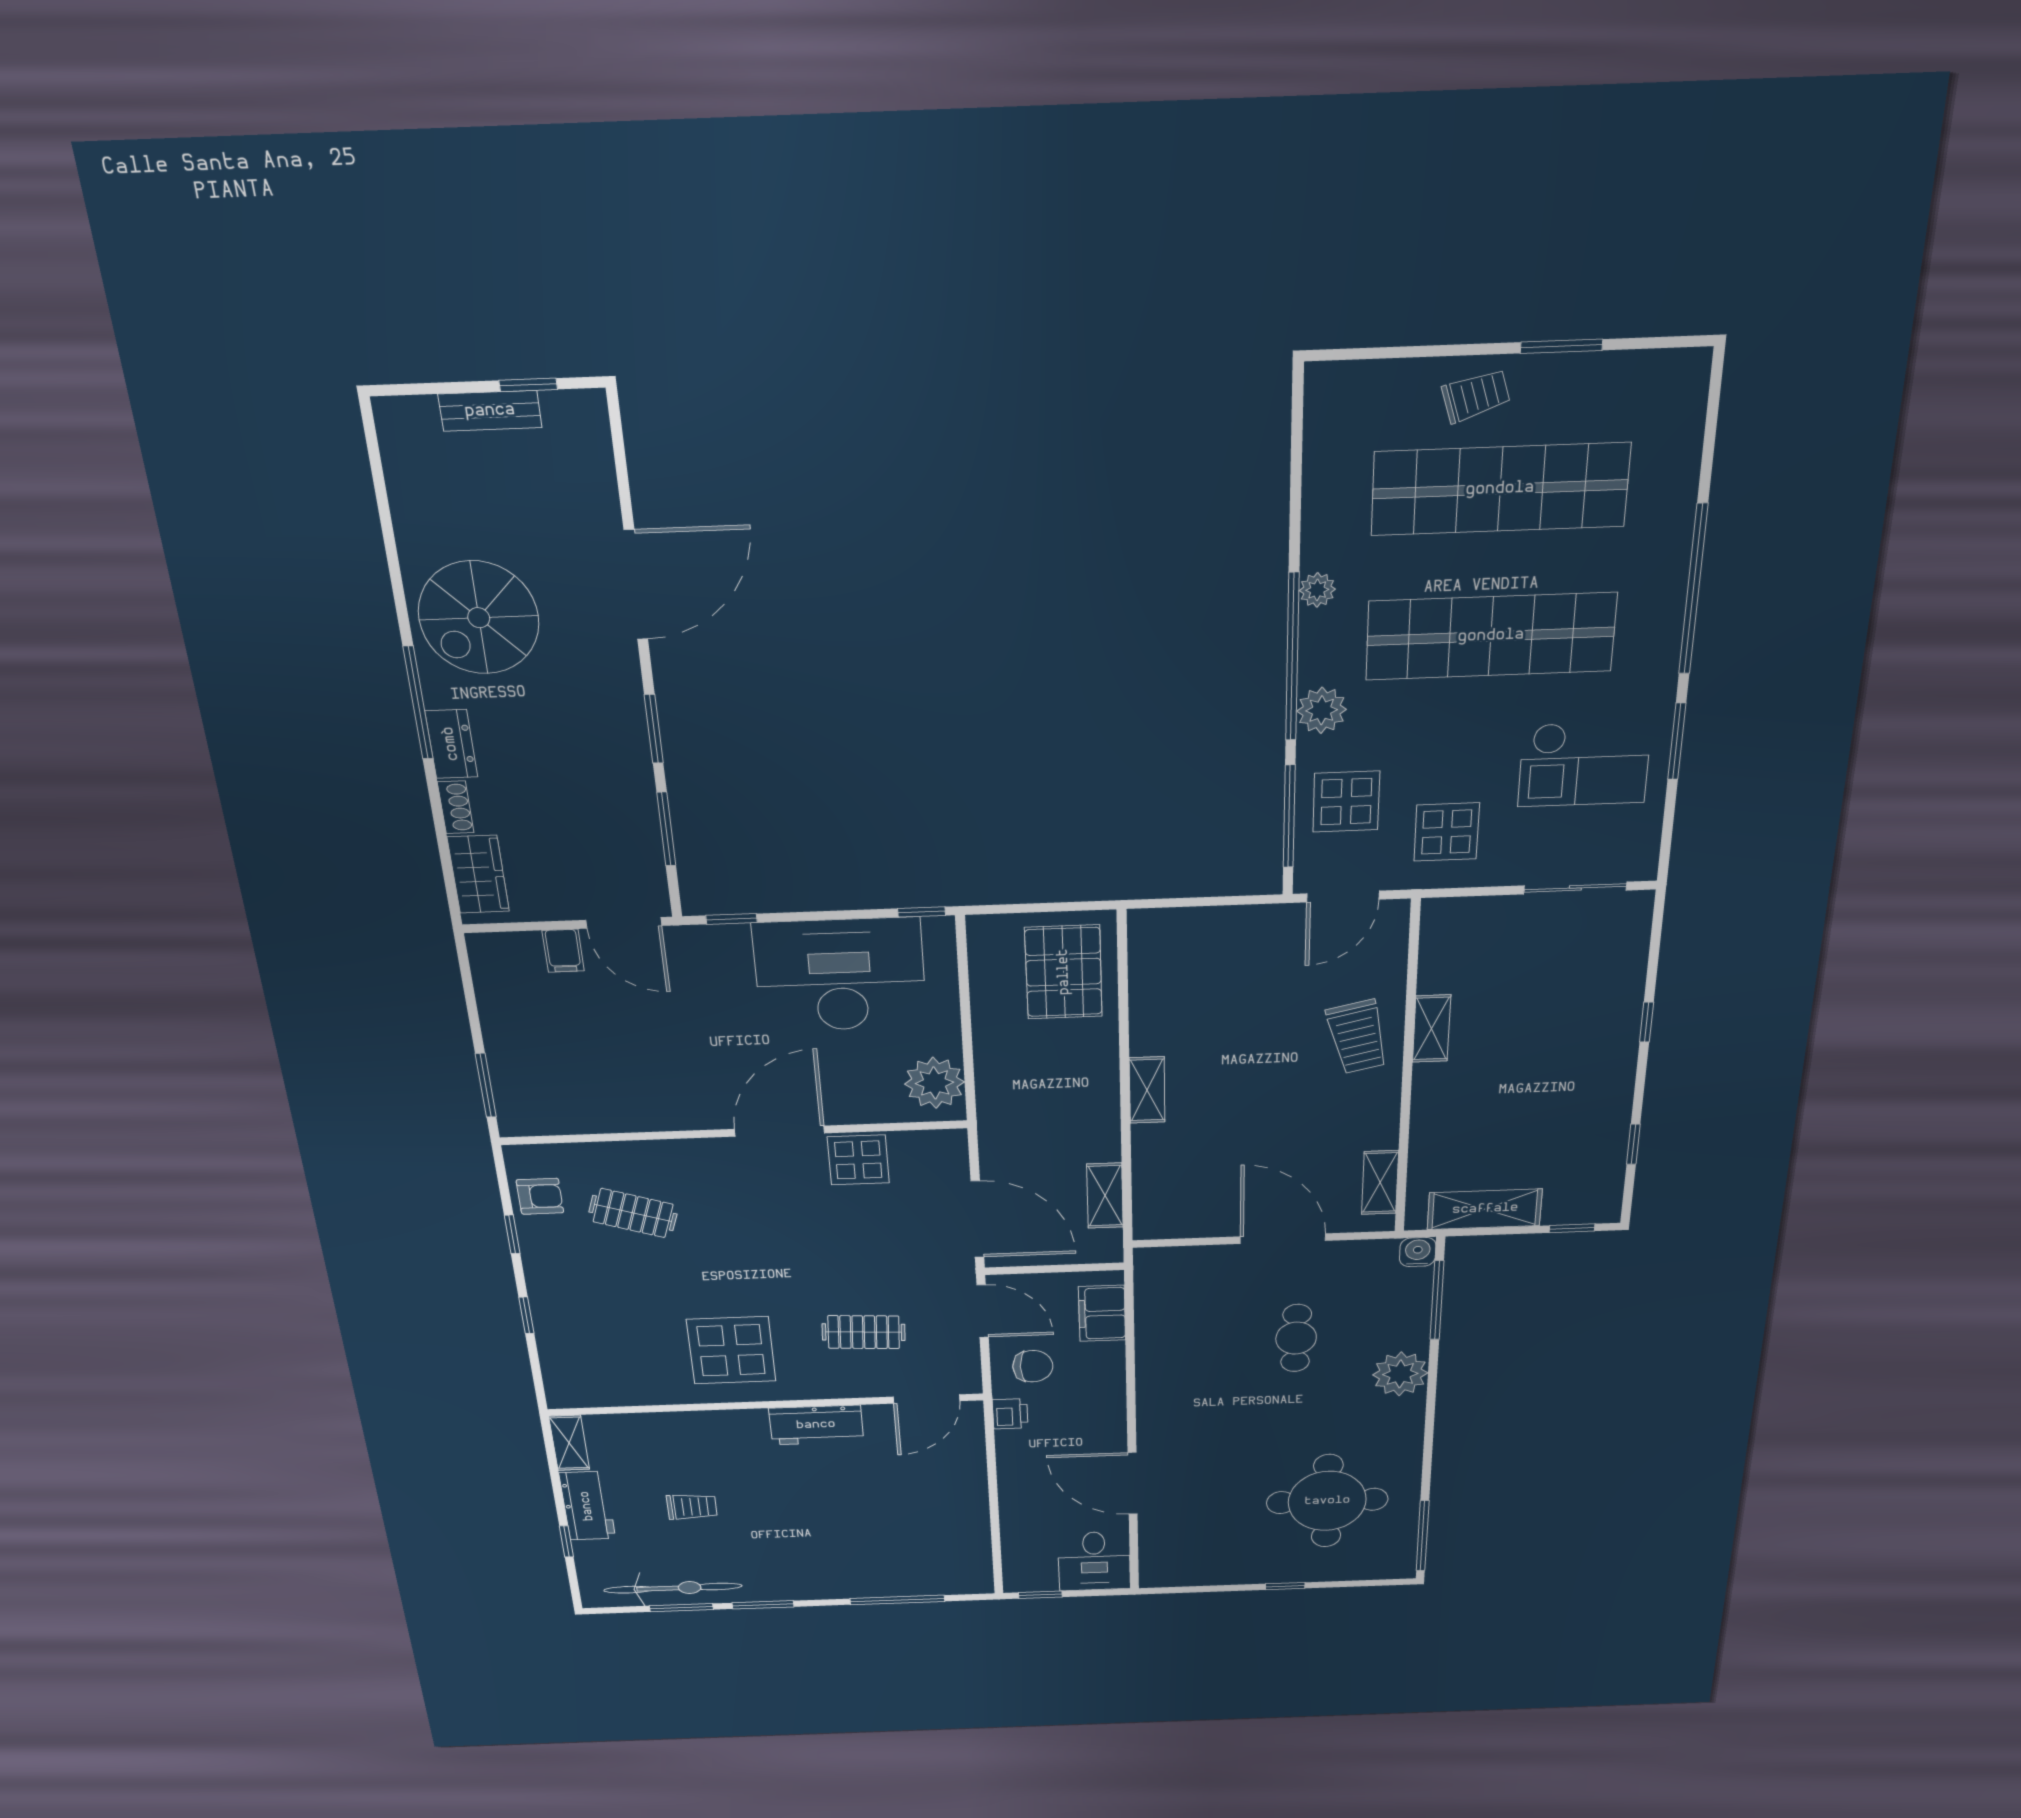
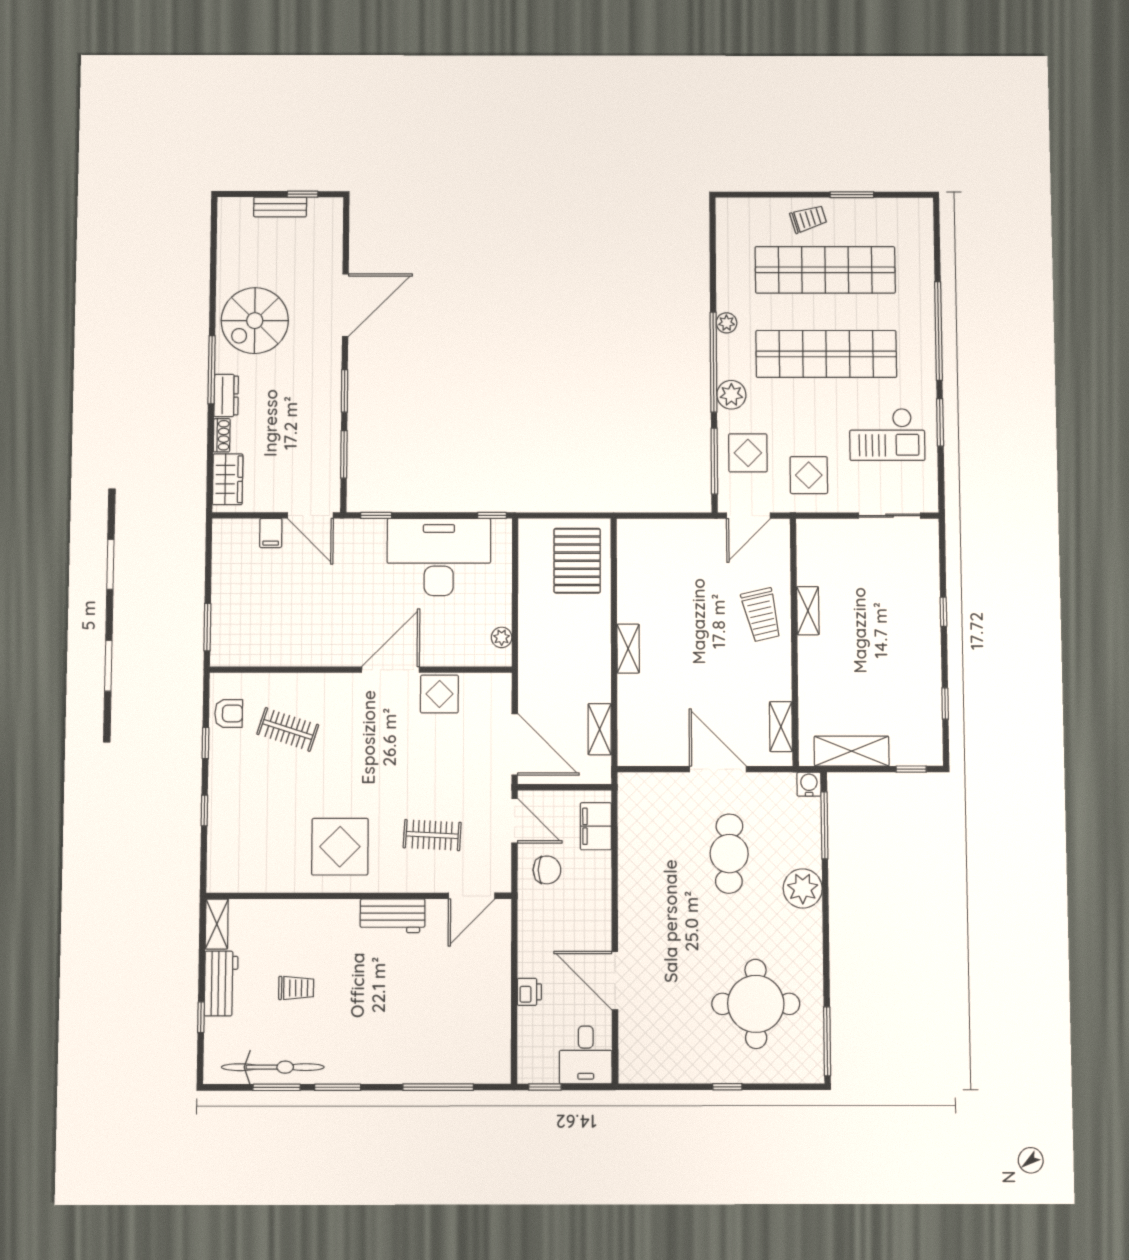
plant: (935, 1083) -> (502, 637), width x0.53, depth x0.53
cafe table: (1296, 1338) -> (729, 854), width x1.37, depth x1.35
printer: (1010, 1414) -> (529, 992), moved

